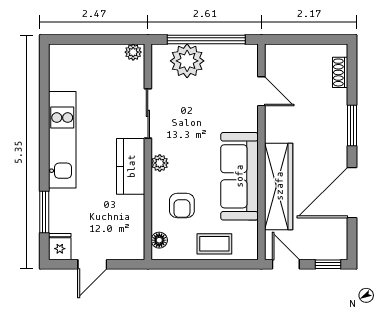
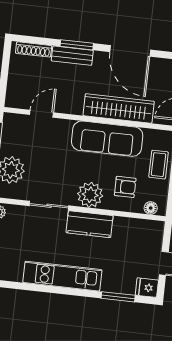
shoe rack: (340, 72) -> (34, 49), width x1.43
bench: (338, 121) -> (72, 56), added
plant: (160, 163) -> (90, 195), width x1.87, depth x1.87

